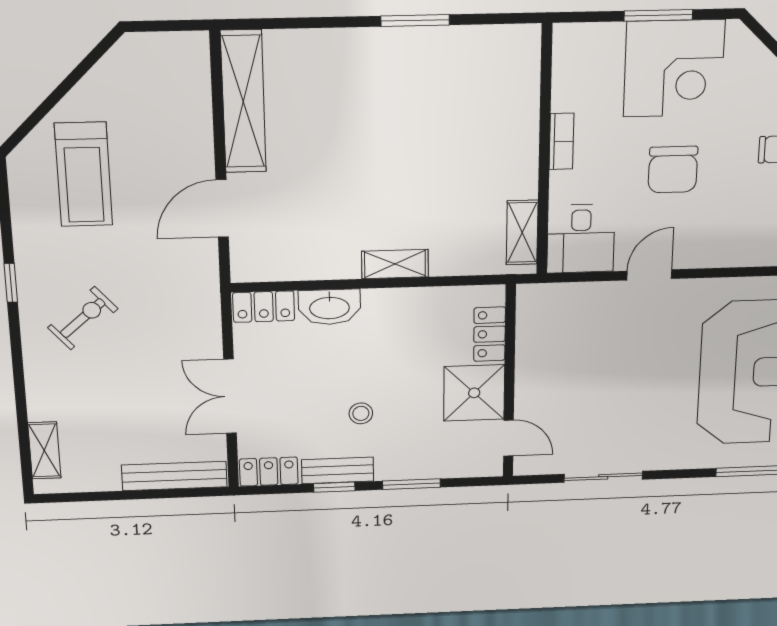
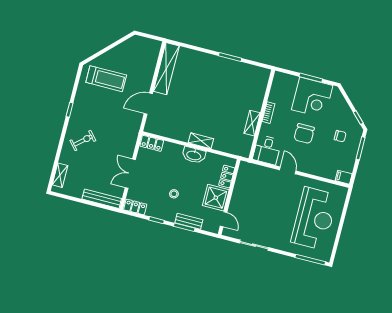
treadmill: (83, 175) -> (106, 79), turned -90
shelving: (522, 232) -> (252, 123), moved
door: (649, 275) -> (288, 170), hinge flipped
washbasin: (329, 307) -> (194, 155), moved
exercise bike: (83, 318) -> (83, 141), moved
bench: (338, 470) -> (189, 221), moved

